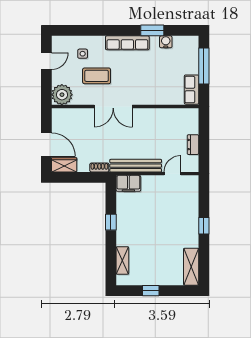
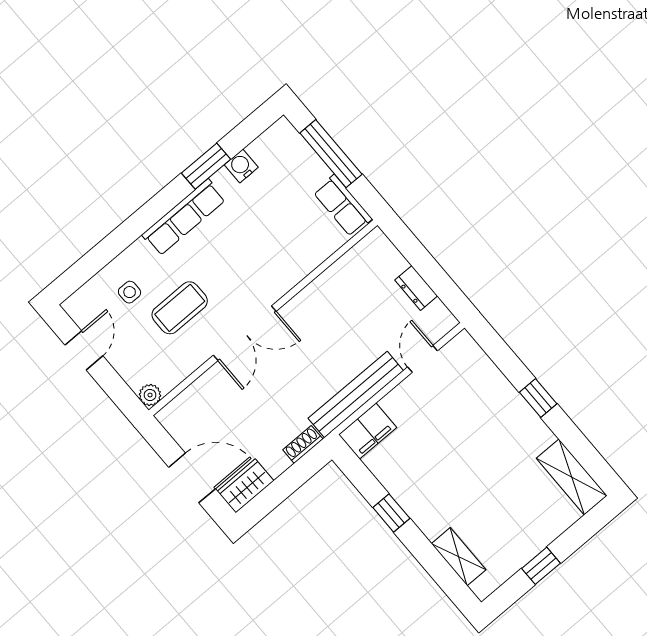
plant: (62, 95) -> (150, 395), width x0.53, depth x0.53

